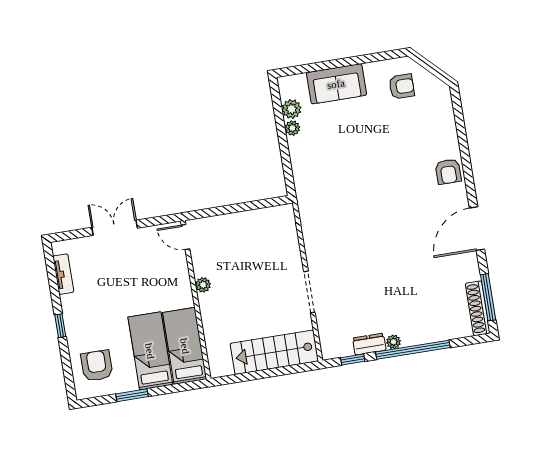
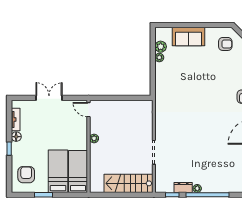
floor lamp: (69, 303) -> (16, 137), added

